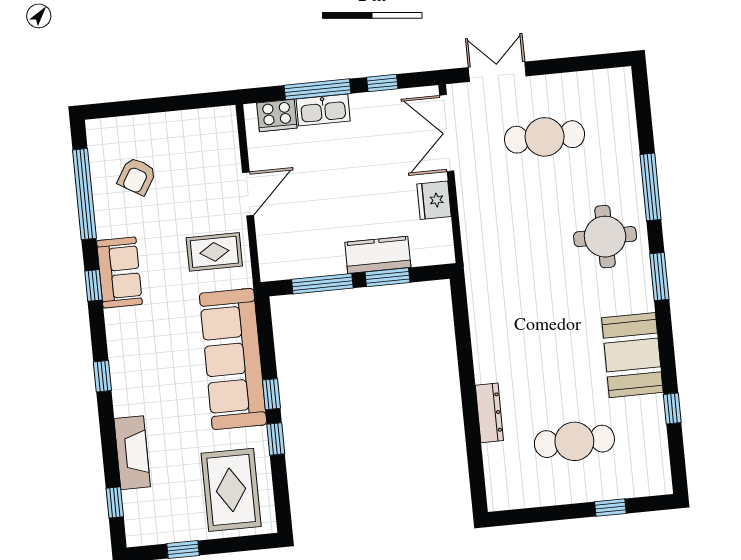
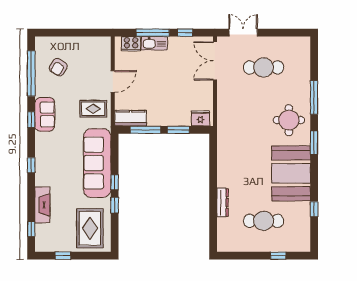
fridge: (434, 200) -> (200, 118), moved, turned 90
kitchen counter: (378, 255) -> (130, 118), moved
booth: (632, 355) -> (291, 173), width x1.36, depth x1.42

